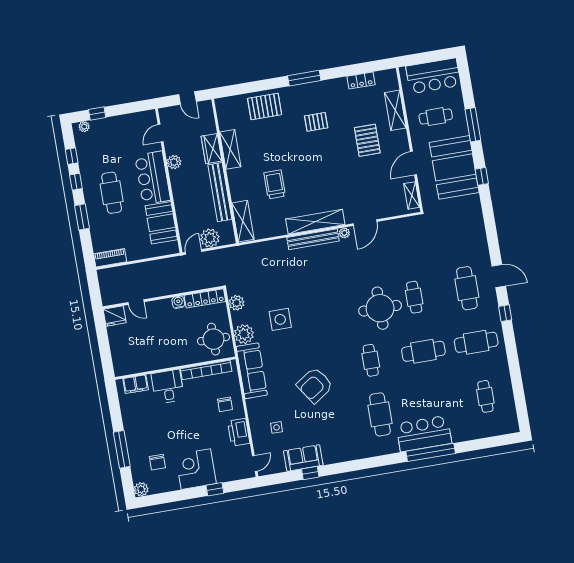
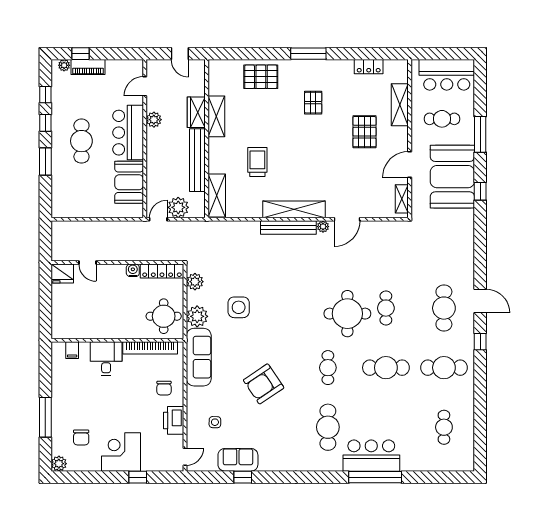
pallet: (316, 122) -> (313, 103), turned 90
piano: (110, 258) -> (88, 67), moved, turned 180
filing cabinet: (136, 384) -> (72, 350), width x0.50

